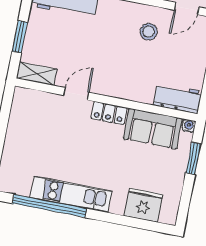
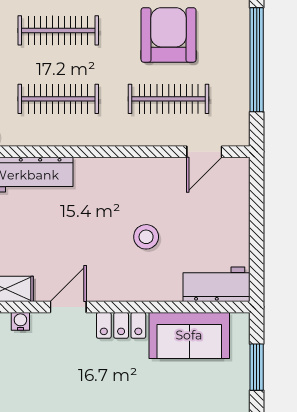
stool: (149, 32) -> (146, 237), moved
water cooler: (189, 126) -> (20, 321), moved

